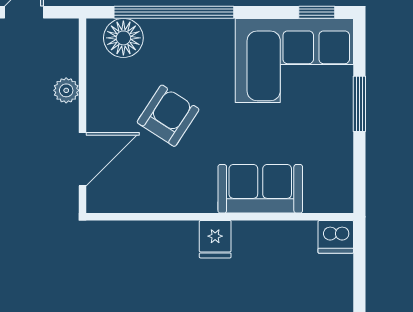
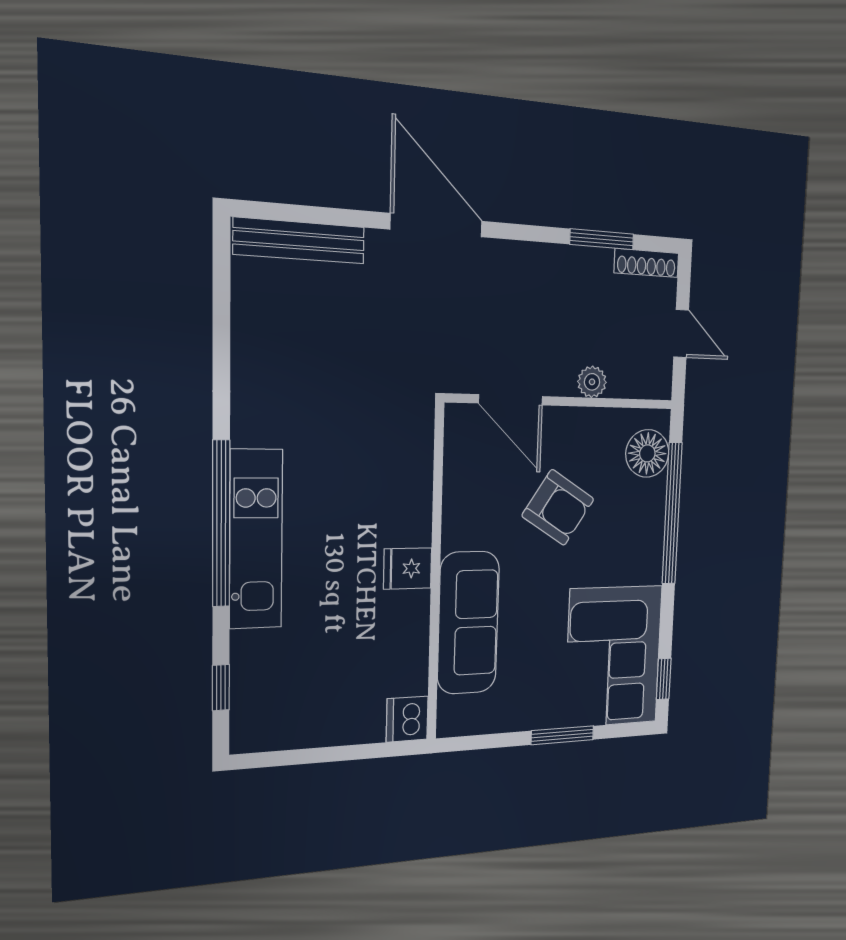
sofa: (260, 189) -> (468, 623), width x1.36

